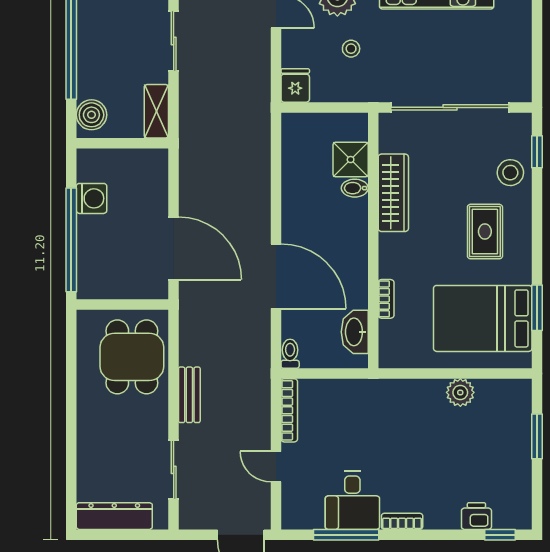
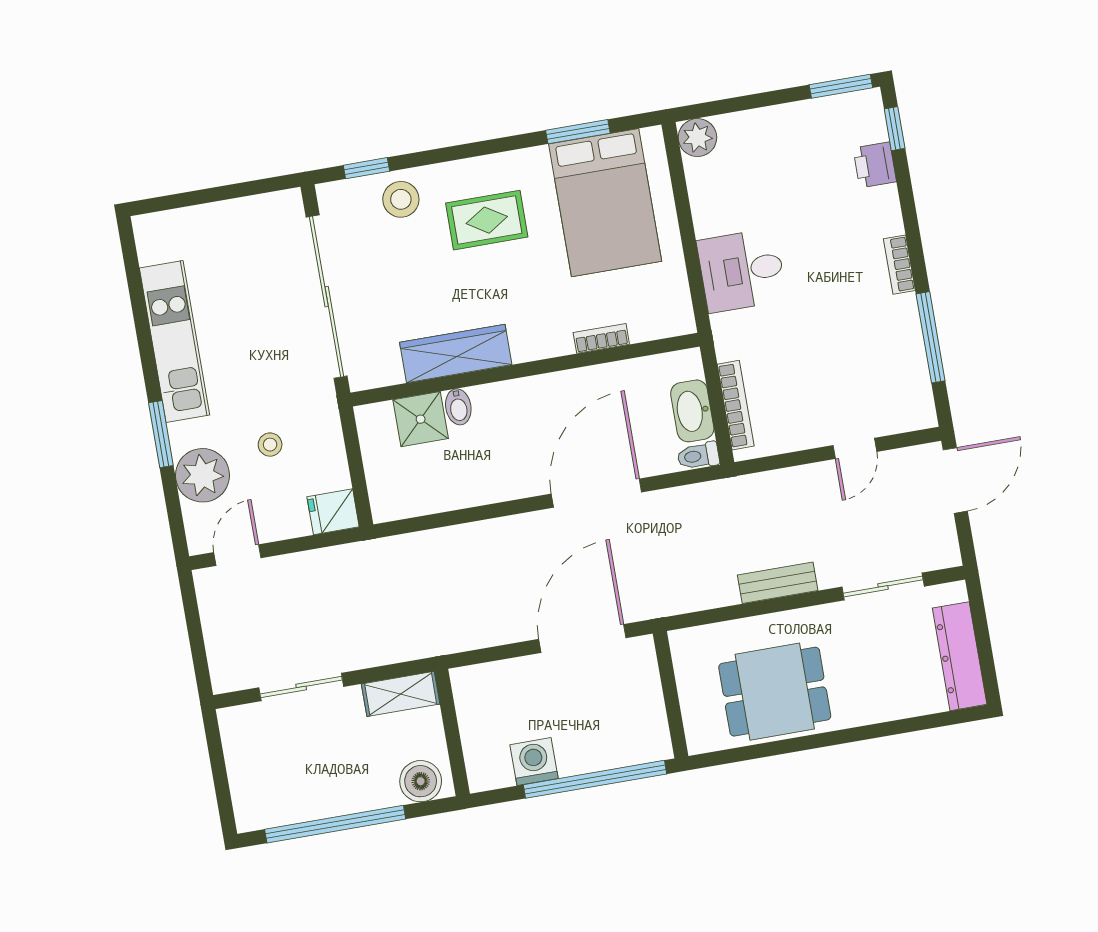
washbasin: (355, 332) -> (692, 411), moved, turned 90
dining table: (132, 357) -> (775, 692), moved
plant: (460, 392) -> (697, 138), moved
bookcase: (289, 410) -> (736, 405), moved, turned 90
window: (537, 436) -> (841, 86), moved
desk: (352, 500) -> (742, 270), moved, turned 180

